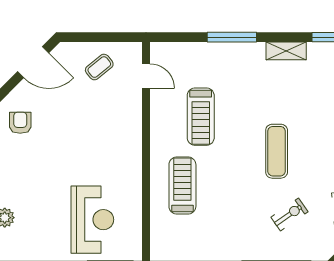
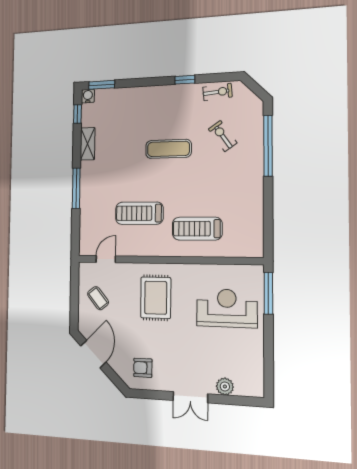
treadmill: (201, 117) -> (139, 213), turned 180
rug: (102, 137) -> (156, 298), added

